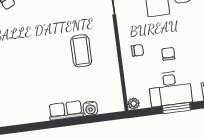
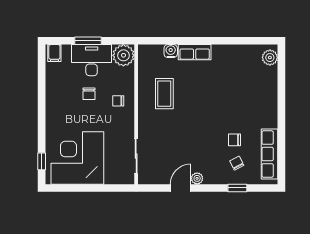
chair: (13, 26) -> (234, 140), added
coffee table: (81, 51) -> (164, 94), moved
plant: (134, 104) -> (123, 55), width x1.88, depth x1.88

